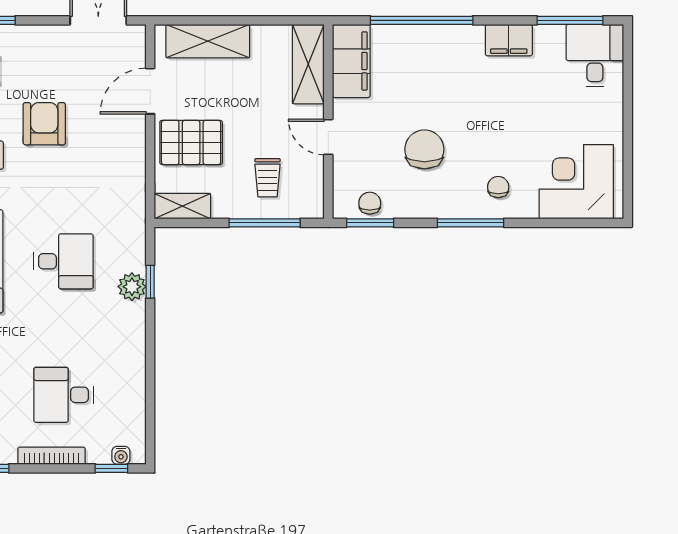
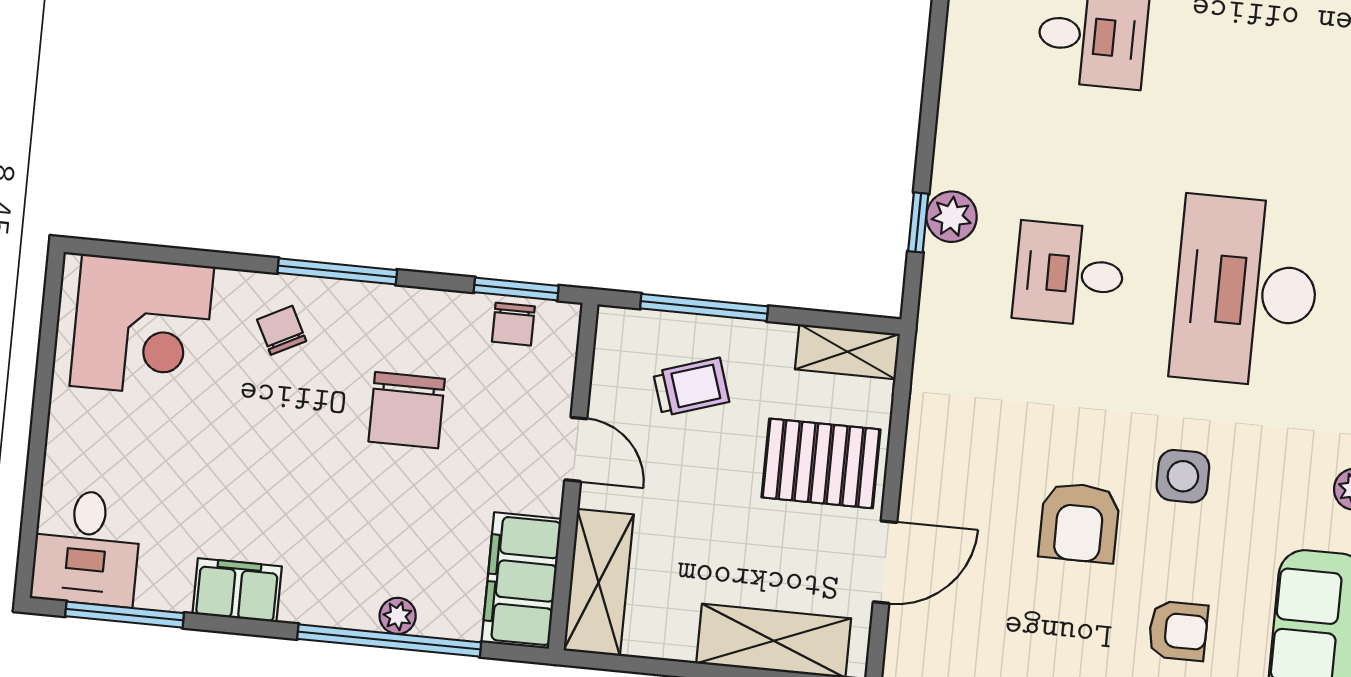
plant: (418, 35) -> (398, 616), added
trolley: (267, 178) -> (691, 387), turned 72
chair: (498, 187) -> (282, 330), turned 153

